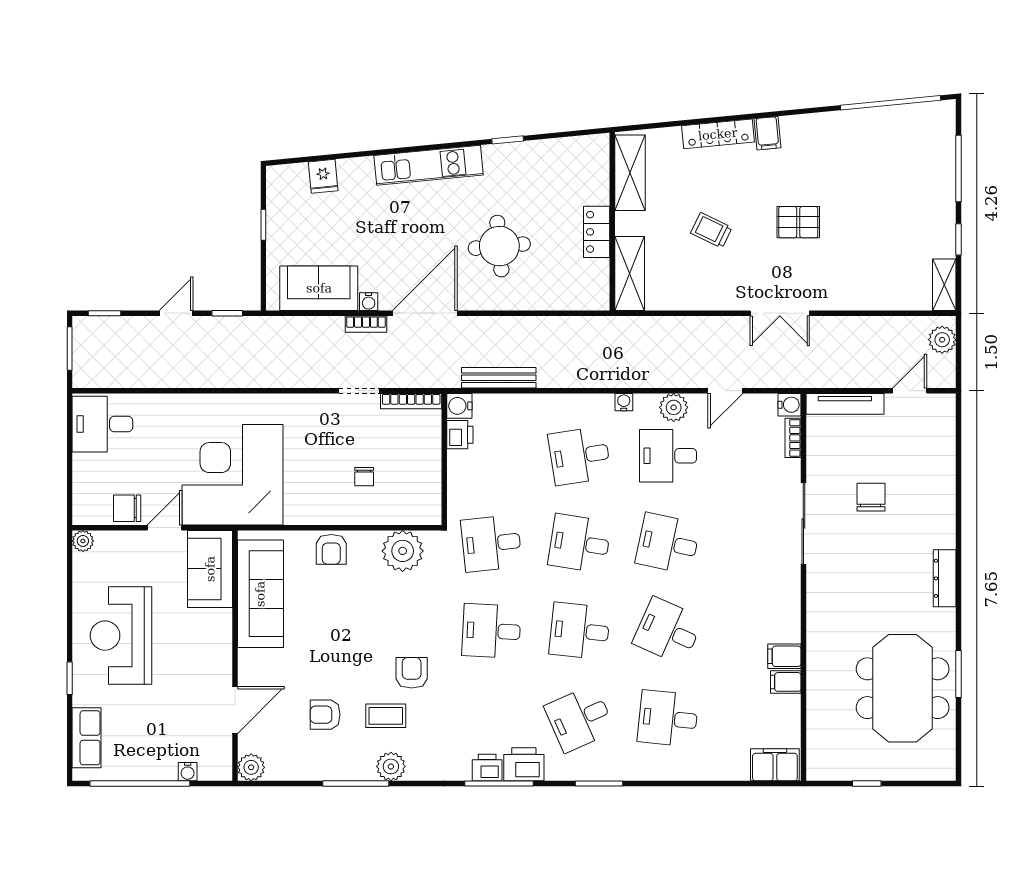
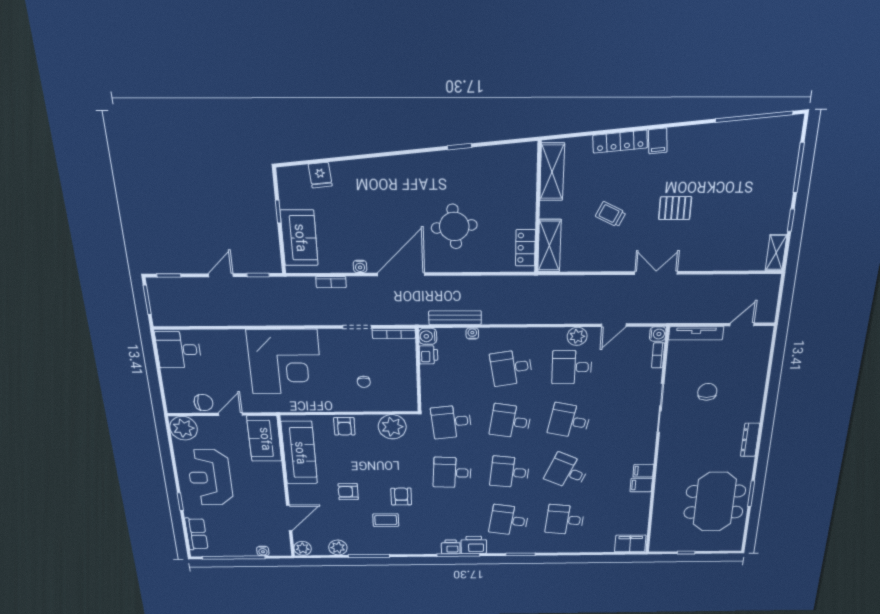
kitchen unit: (429, 165) -> (400, 167), removed
locker: (597, 232) -> (525, 248), moved
sofa: (319, 288) -> (299, 238), moved, turned 90
double door: (780, 313) -> (656, 273), swing flipped
bookcase: (366, 324) -> (331, 282), moved
plant: (942, 340) -> (769, 290), removed
water cooler: (624, 402) -> (472, 334), moved
corner desk: (232, 475) -> (285, 362), moved, turned 180
chair: (127, 508) -> (203, 403), turned 180
plant: (83, 541) -> (184, 428), width x1.87, depth x1.87
filing cabinet: (786, 682) -> (643, 471), moved
armchair: (325, 715) -> (348, 492), moved
desk: (580, 718) -> (509, 520), turned 33
plant: (391, 766) -> (338, 548), moved

